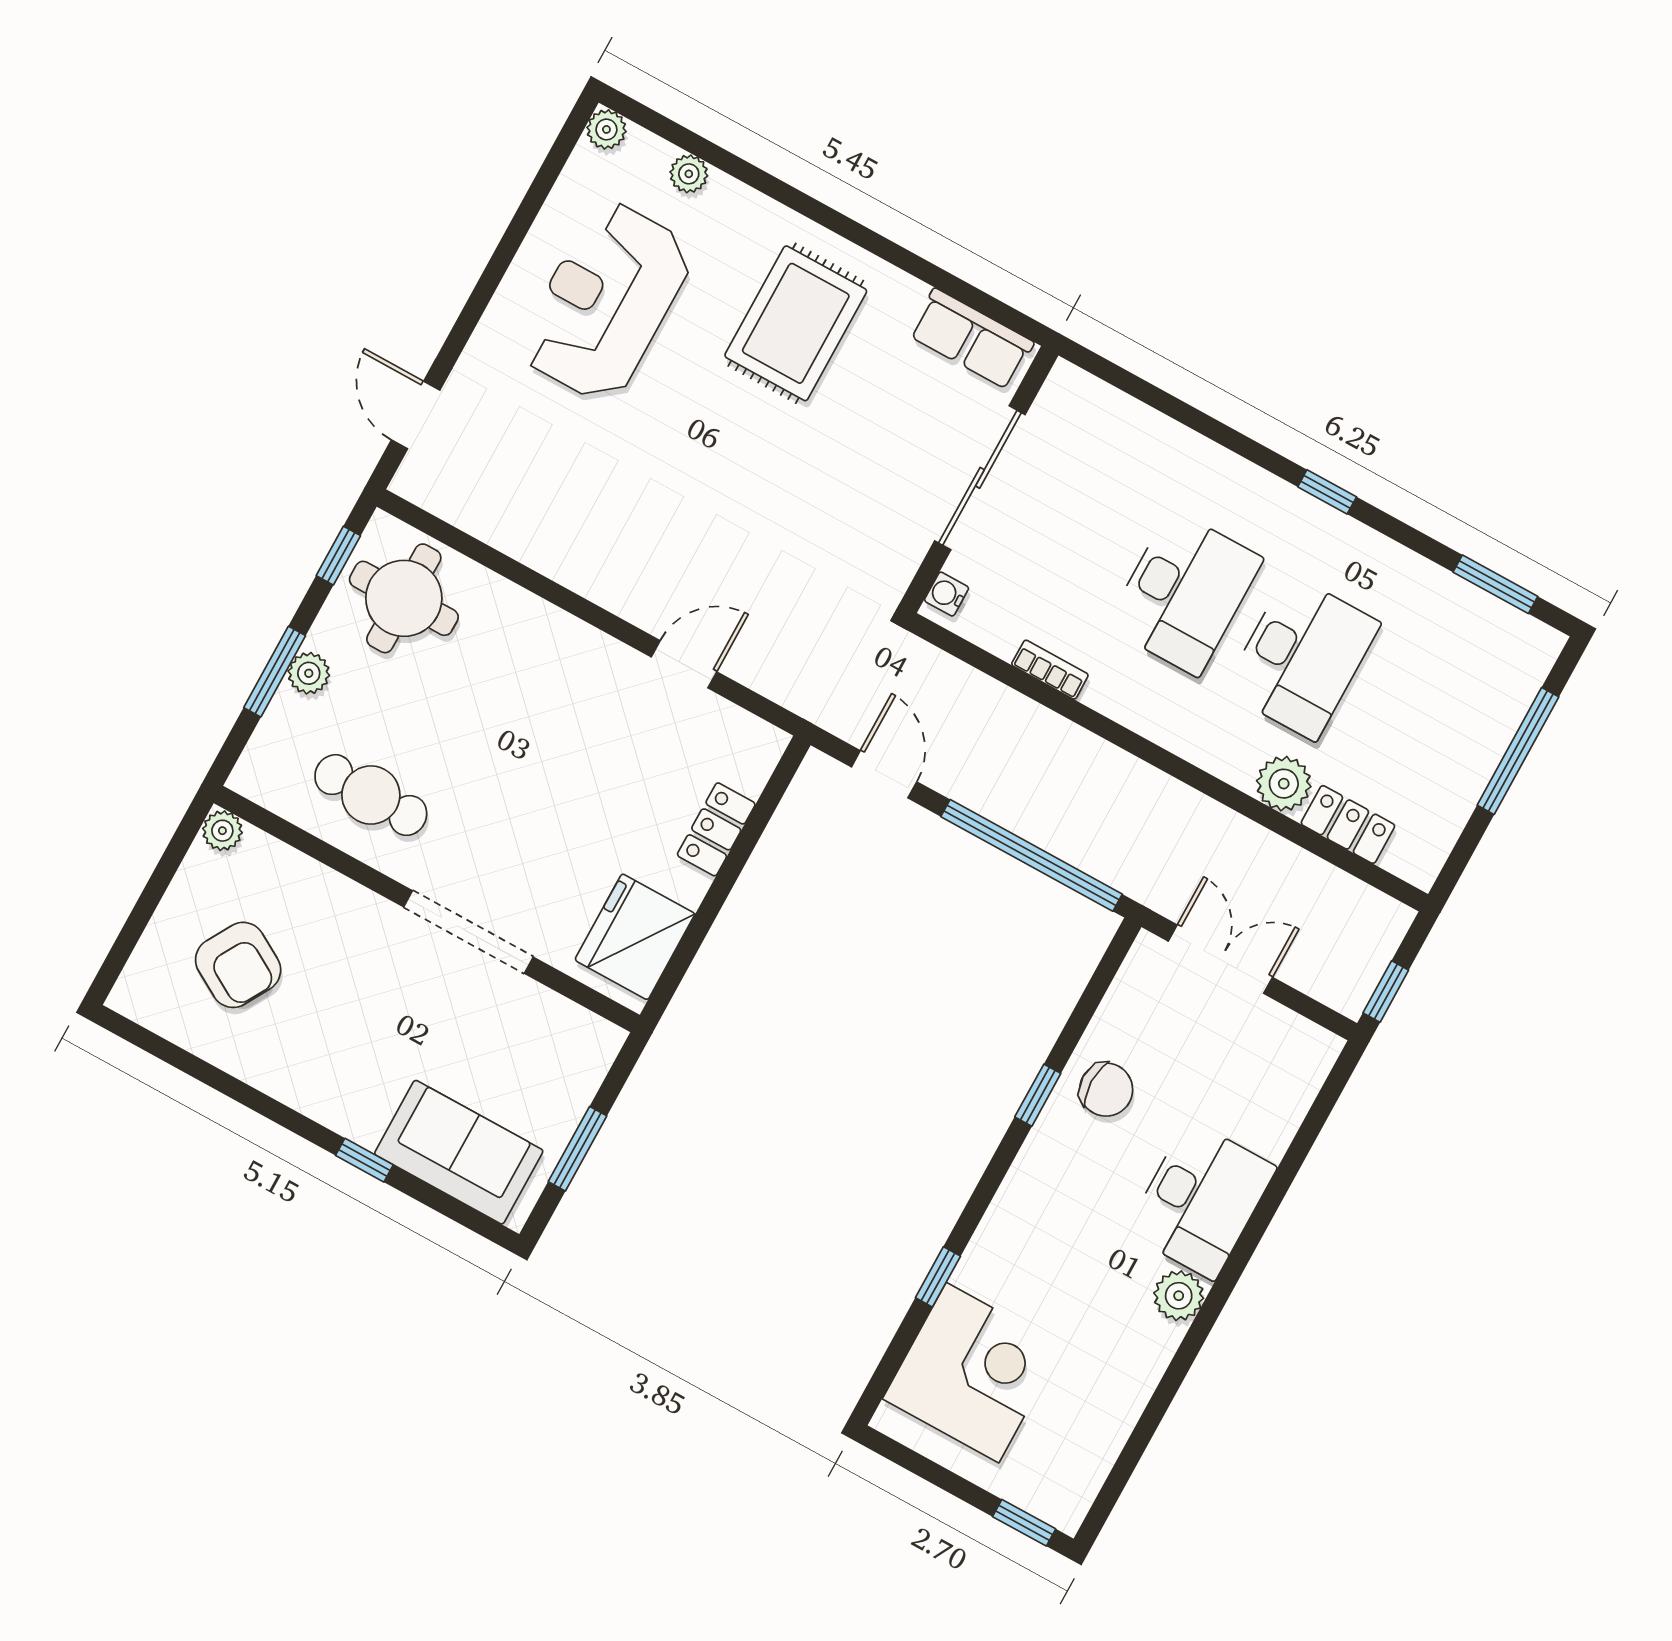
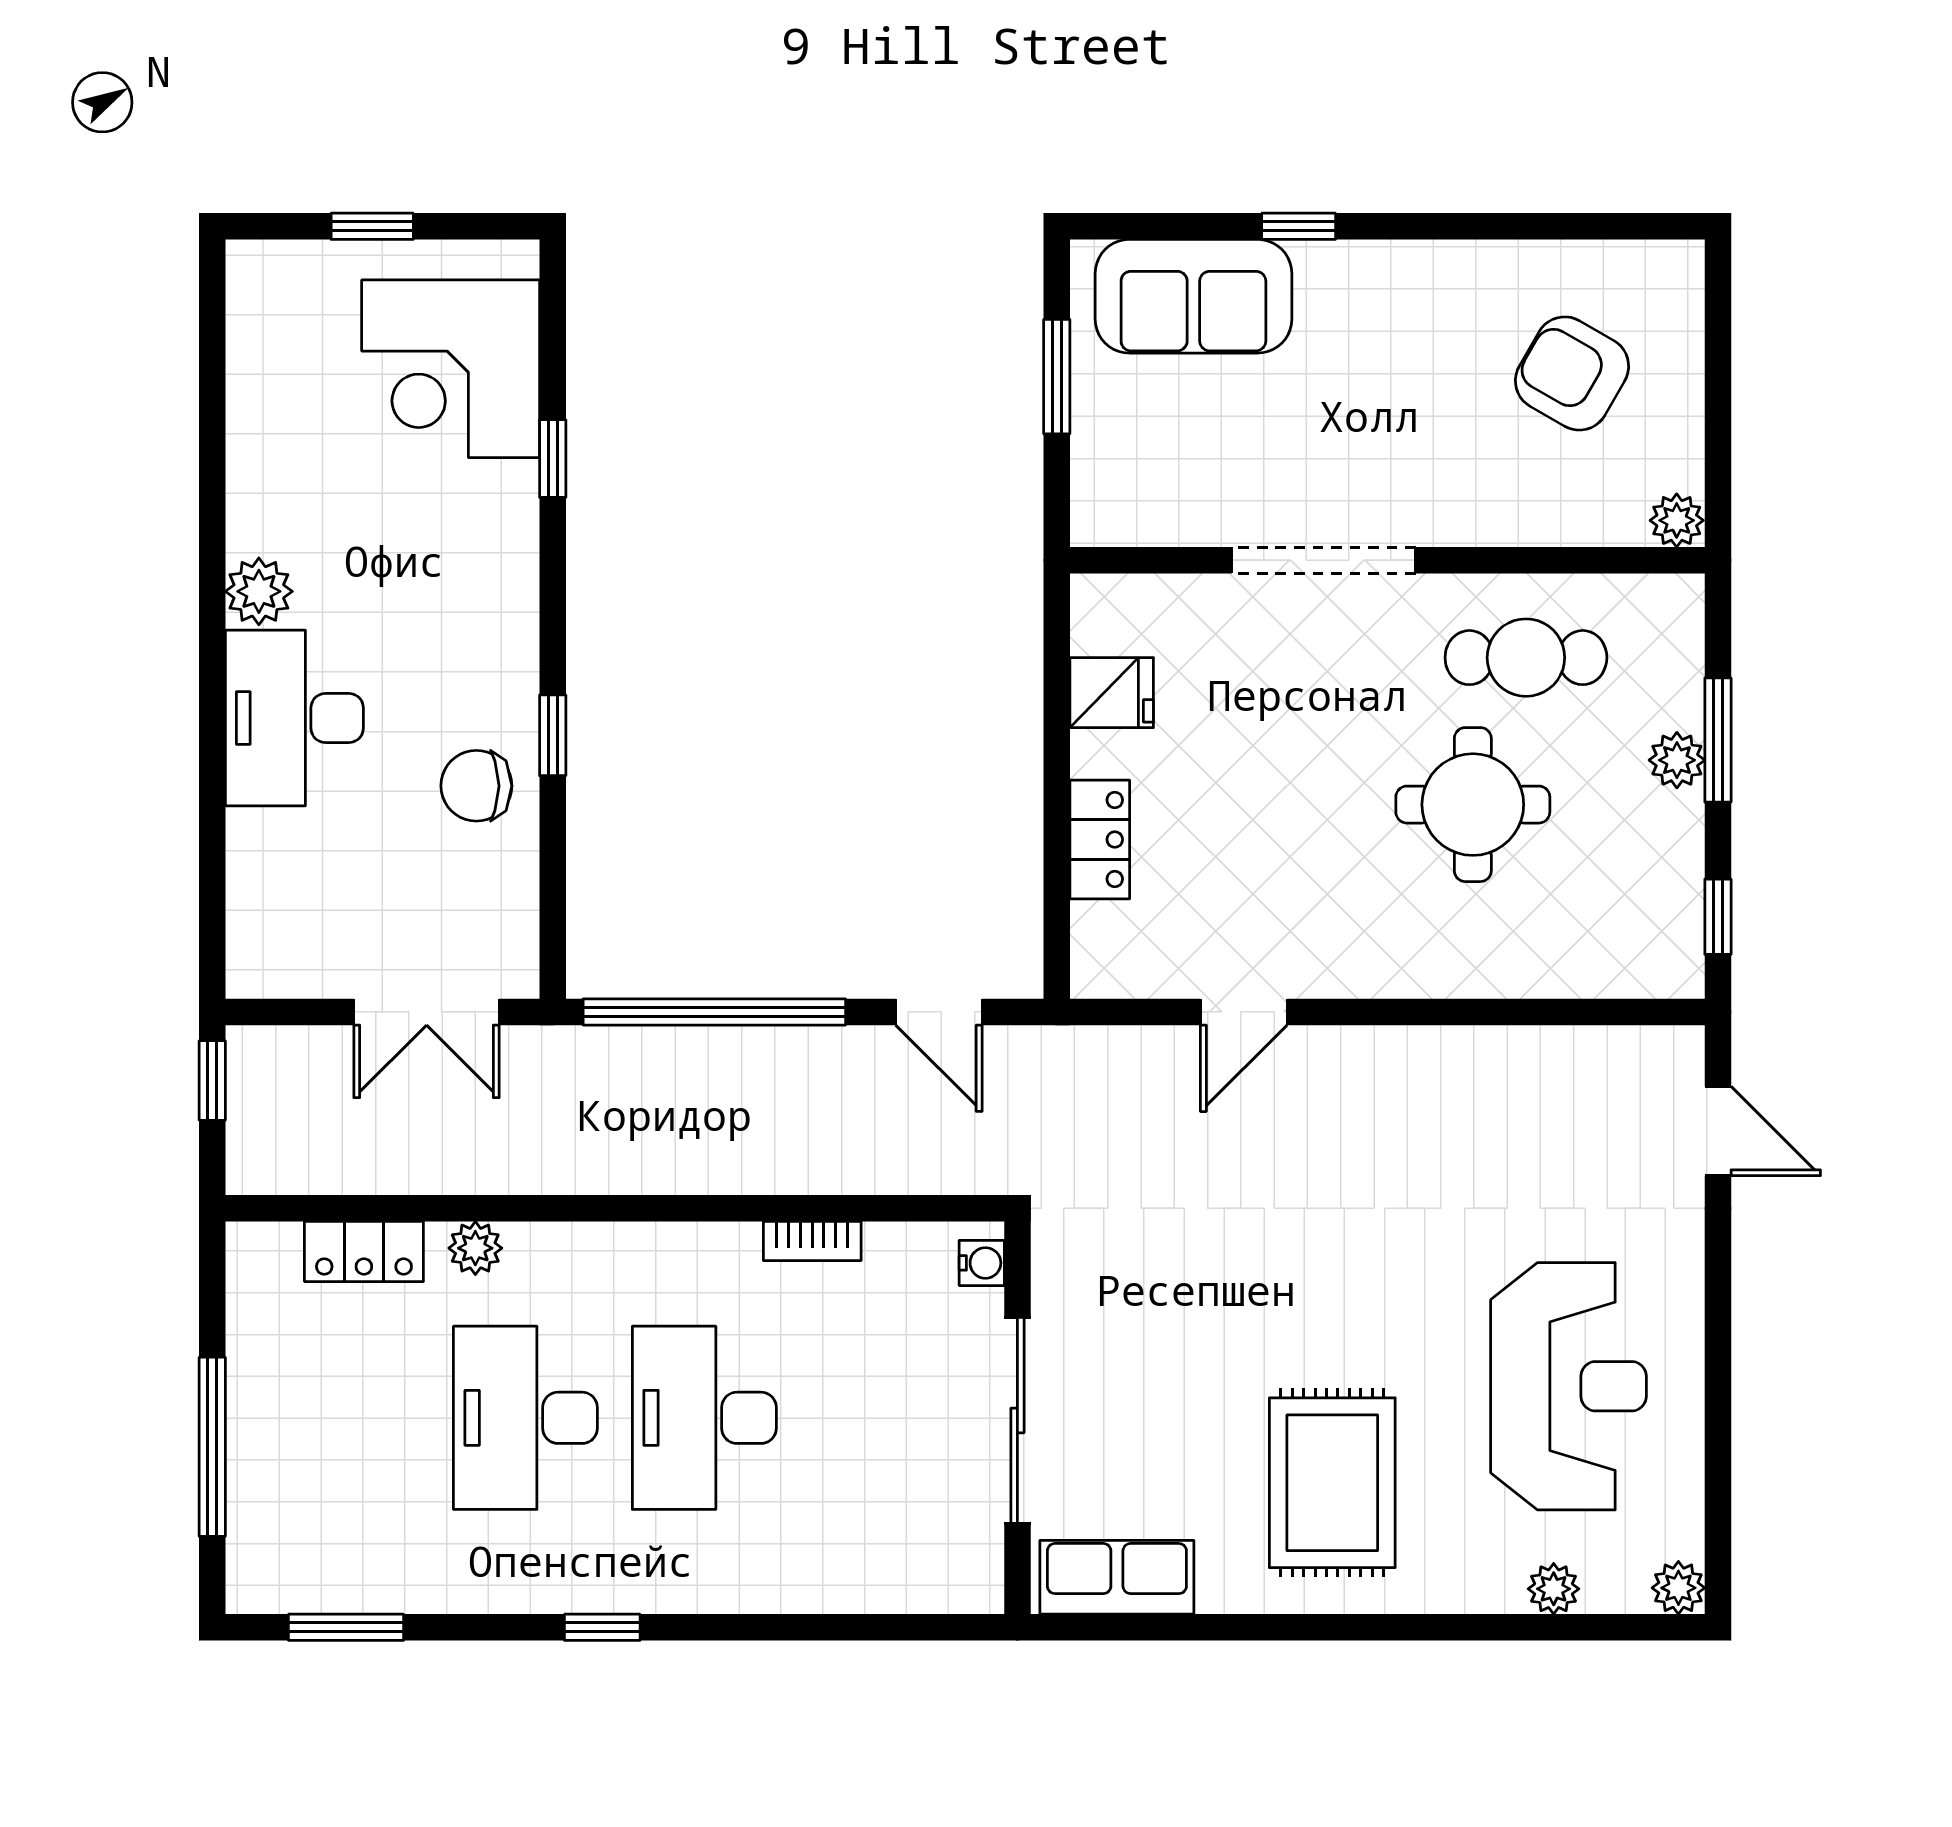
round table: (404, 598) -> (1473, 805), moved
plant: (1284, 784) -> (475, 1248), width x0.73, depth x0.73
fridge: (635, 937) -> (1112, 693), width x0.53, depth x0.75
window: (1024, 1523) -> (372, 226), moved

